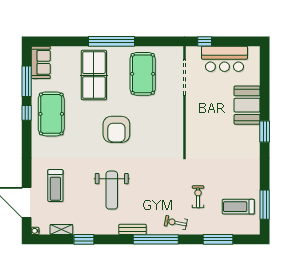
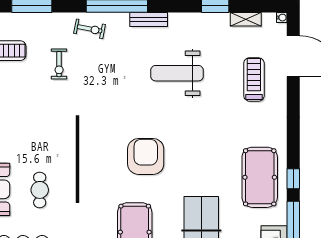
cafe table: (212, 105) -> (40, 190), added
armchair: (116, 129) -> (146, 156), moved
weight bench: (112, 190) -> (177, 73), turned -90

